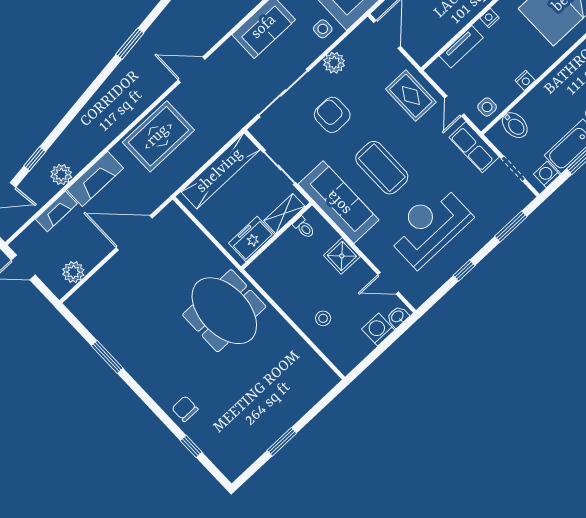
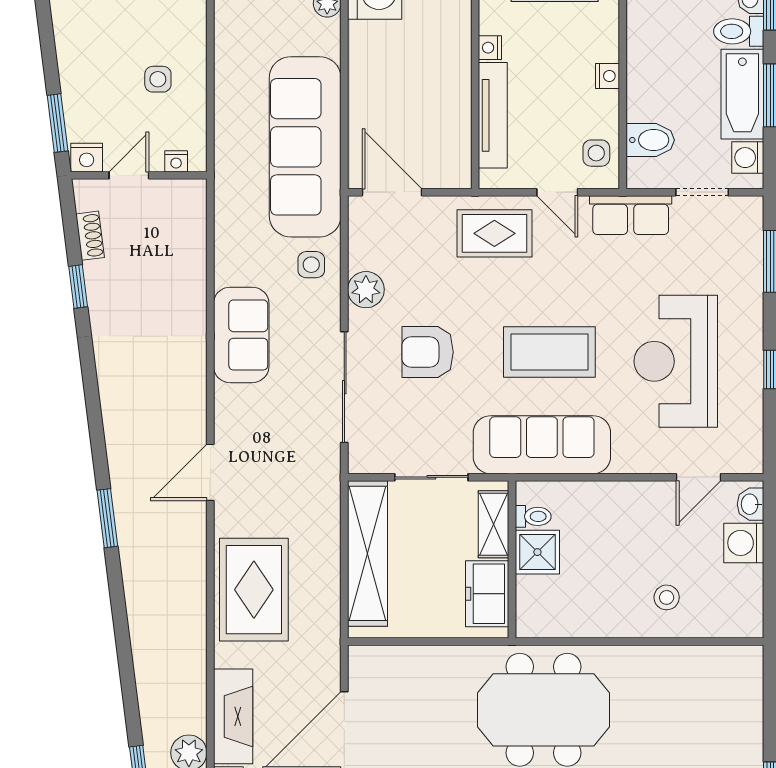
tv unit: (461, 47) -> (493, 115), width x1.41
shower: (342, 256) -> (537, 552), moved

